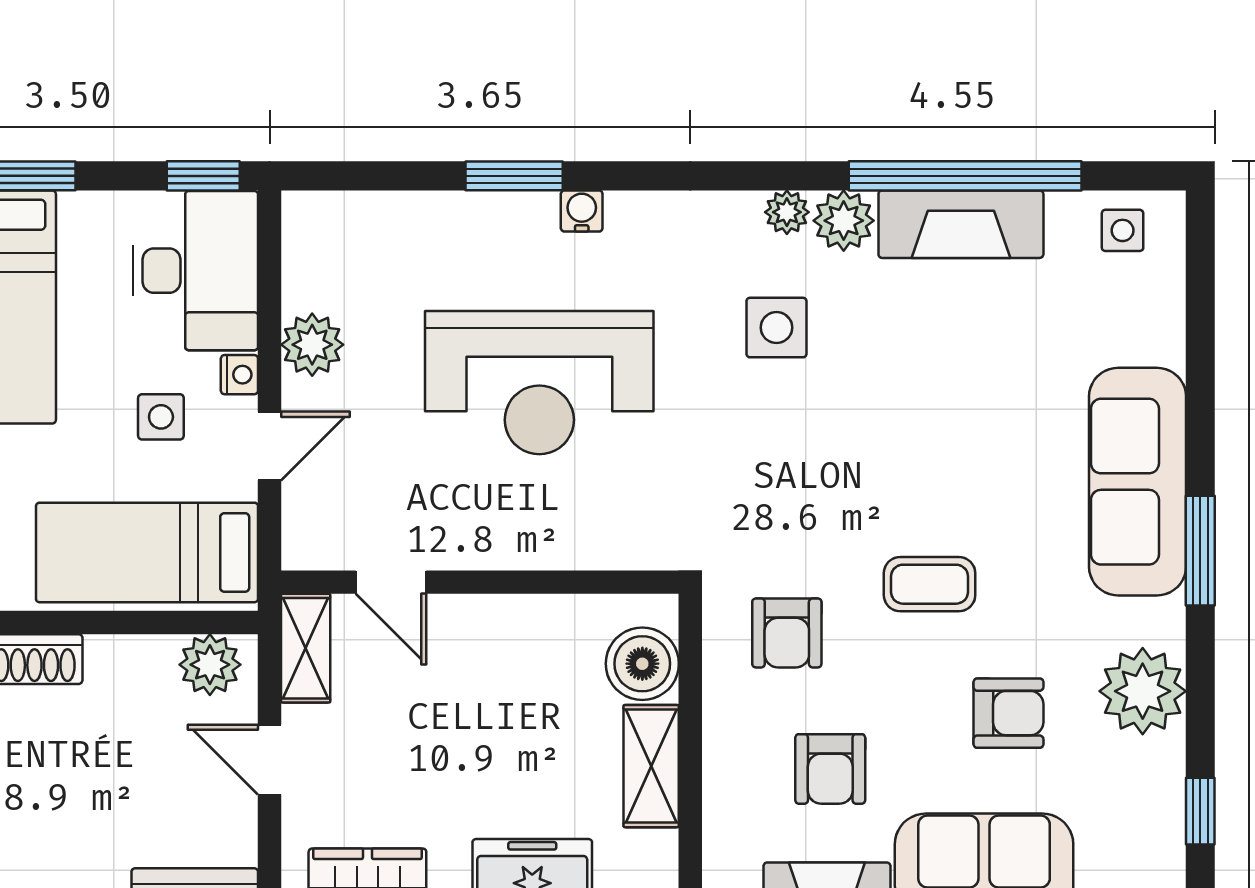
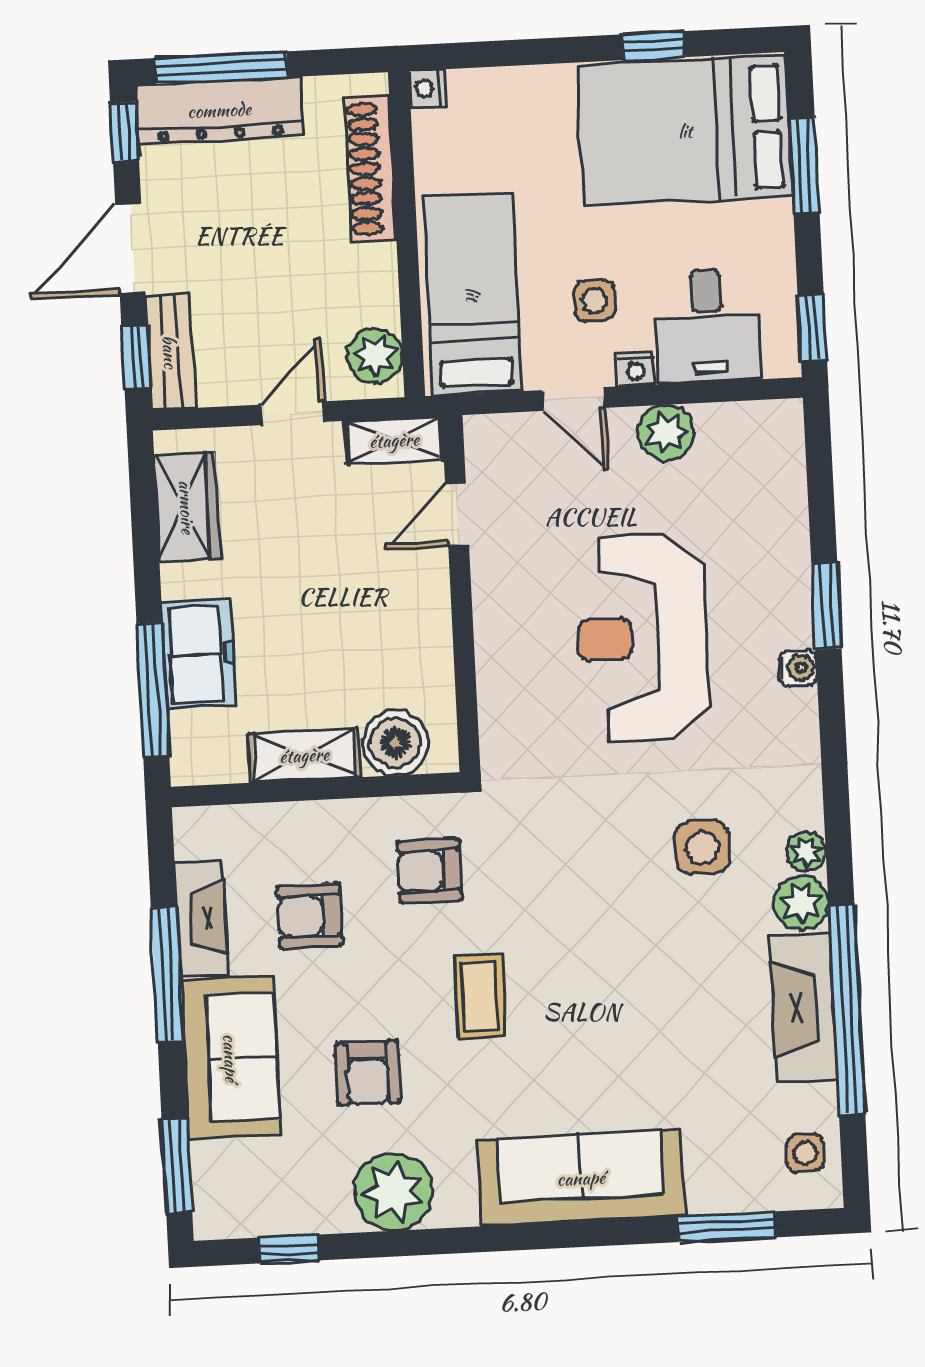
desk: (195, 271) -> (708, 326), width x0.73
window: (1200, 551) -> (727, 1227), moved

